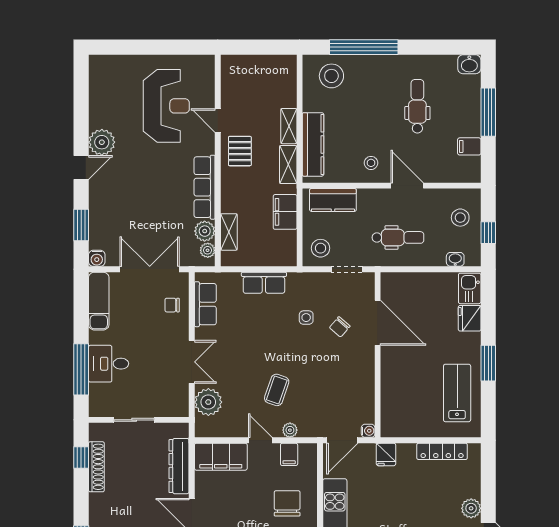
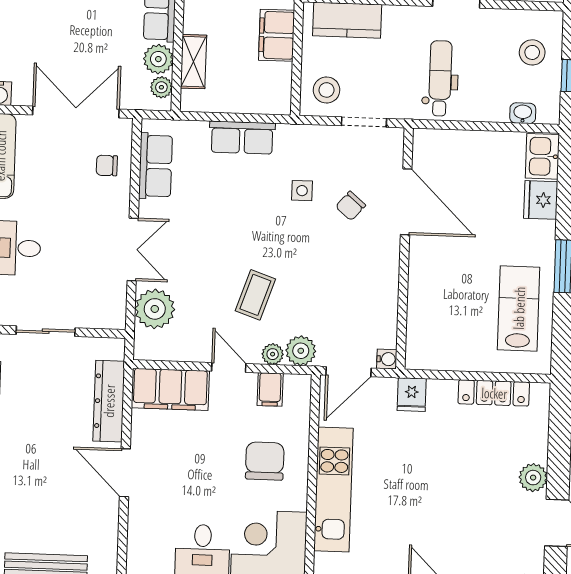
dental chair: (398, 237) -> (440, 78), turned -90
plant: (309, 427) -> (301, 351), added

